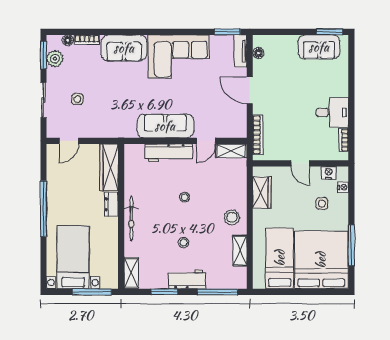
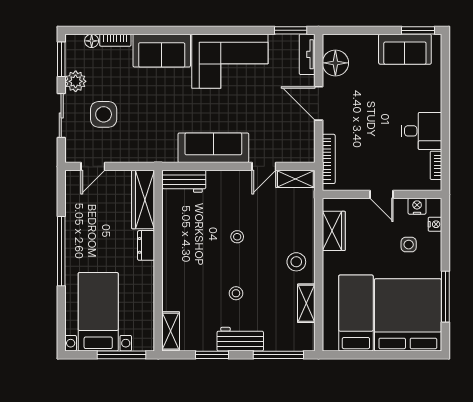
floor lamp: (258, 53) -> (335, 63), width x1.89, depth x1.89
plant: (55, 59) -> (76, 81), moved
side table: (77, 99) -> (104, 114), width x1.87, depth x1.87
workbench: (169, 153) -> (184, 181), moved, width x0.73
bicycle: (131, 219) -> (171, 263), removed

